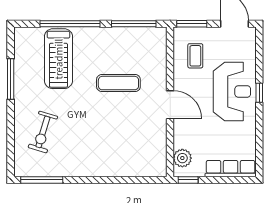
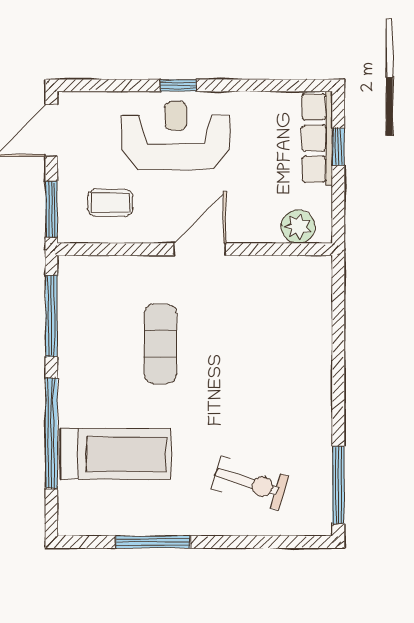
window: (188, 180) -> (338, 147), moved

